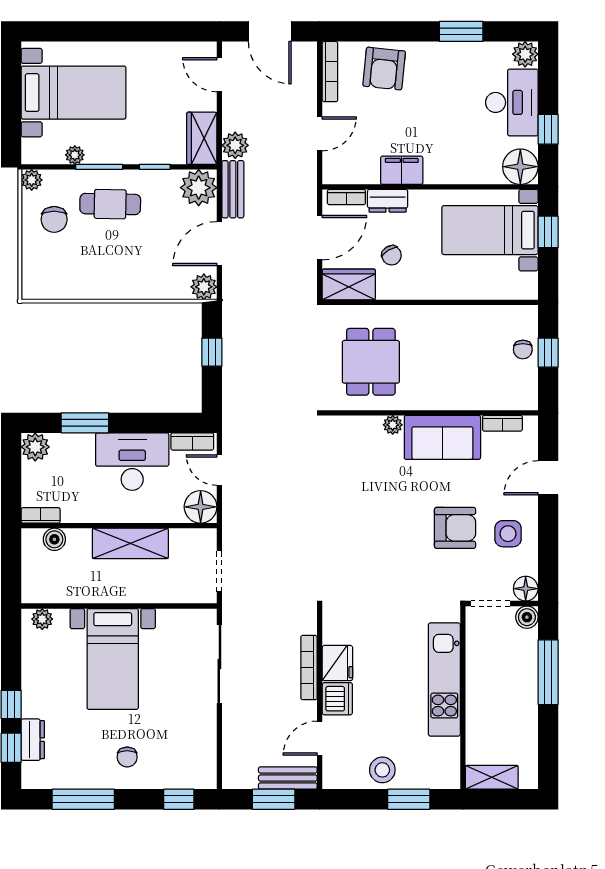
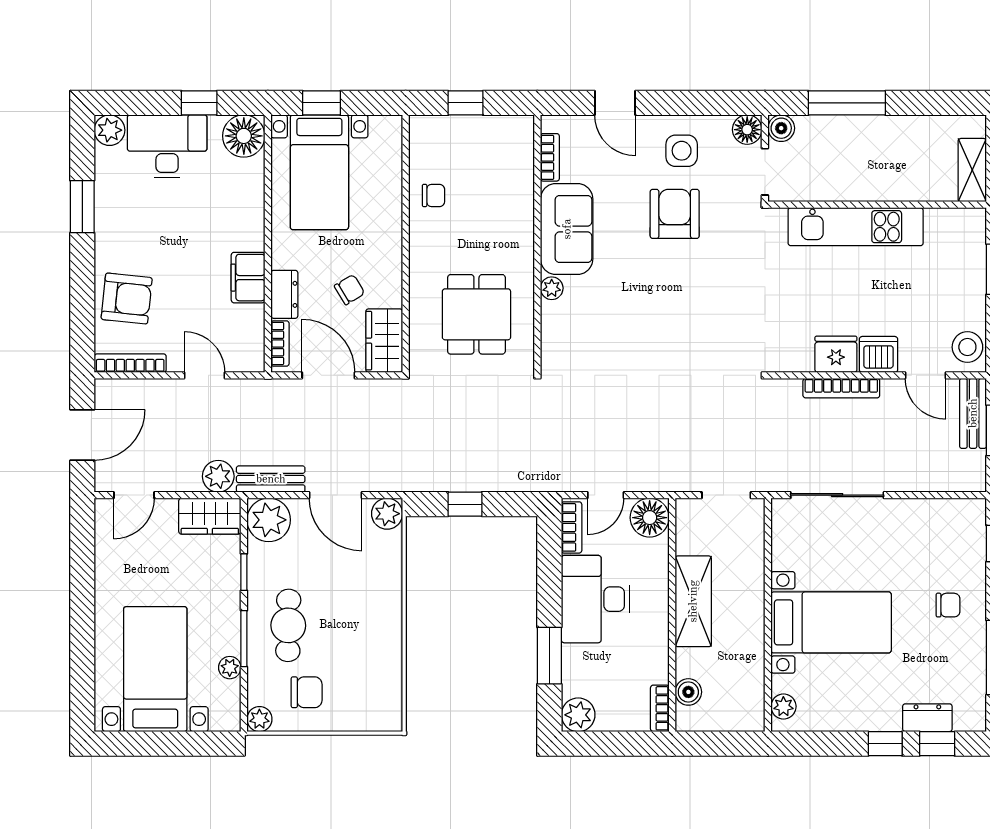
chair: (523, 350) -> (434, 195), moved
dining table: (371, 362) -> (476, 314), turned 90
stool: (382, 770) -> (967, 347), moved

